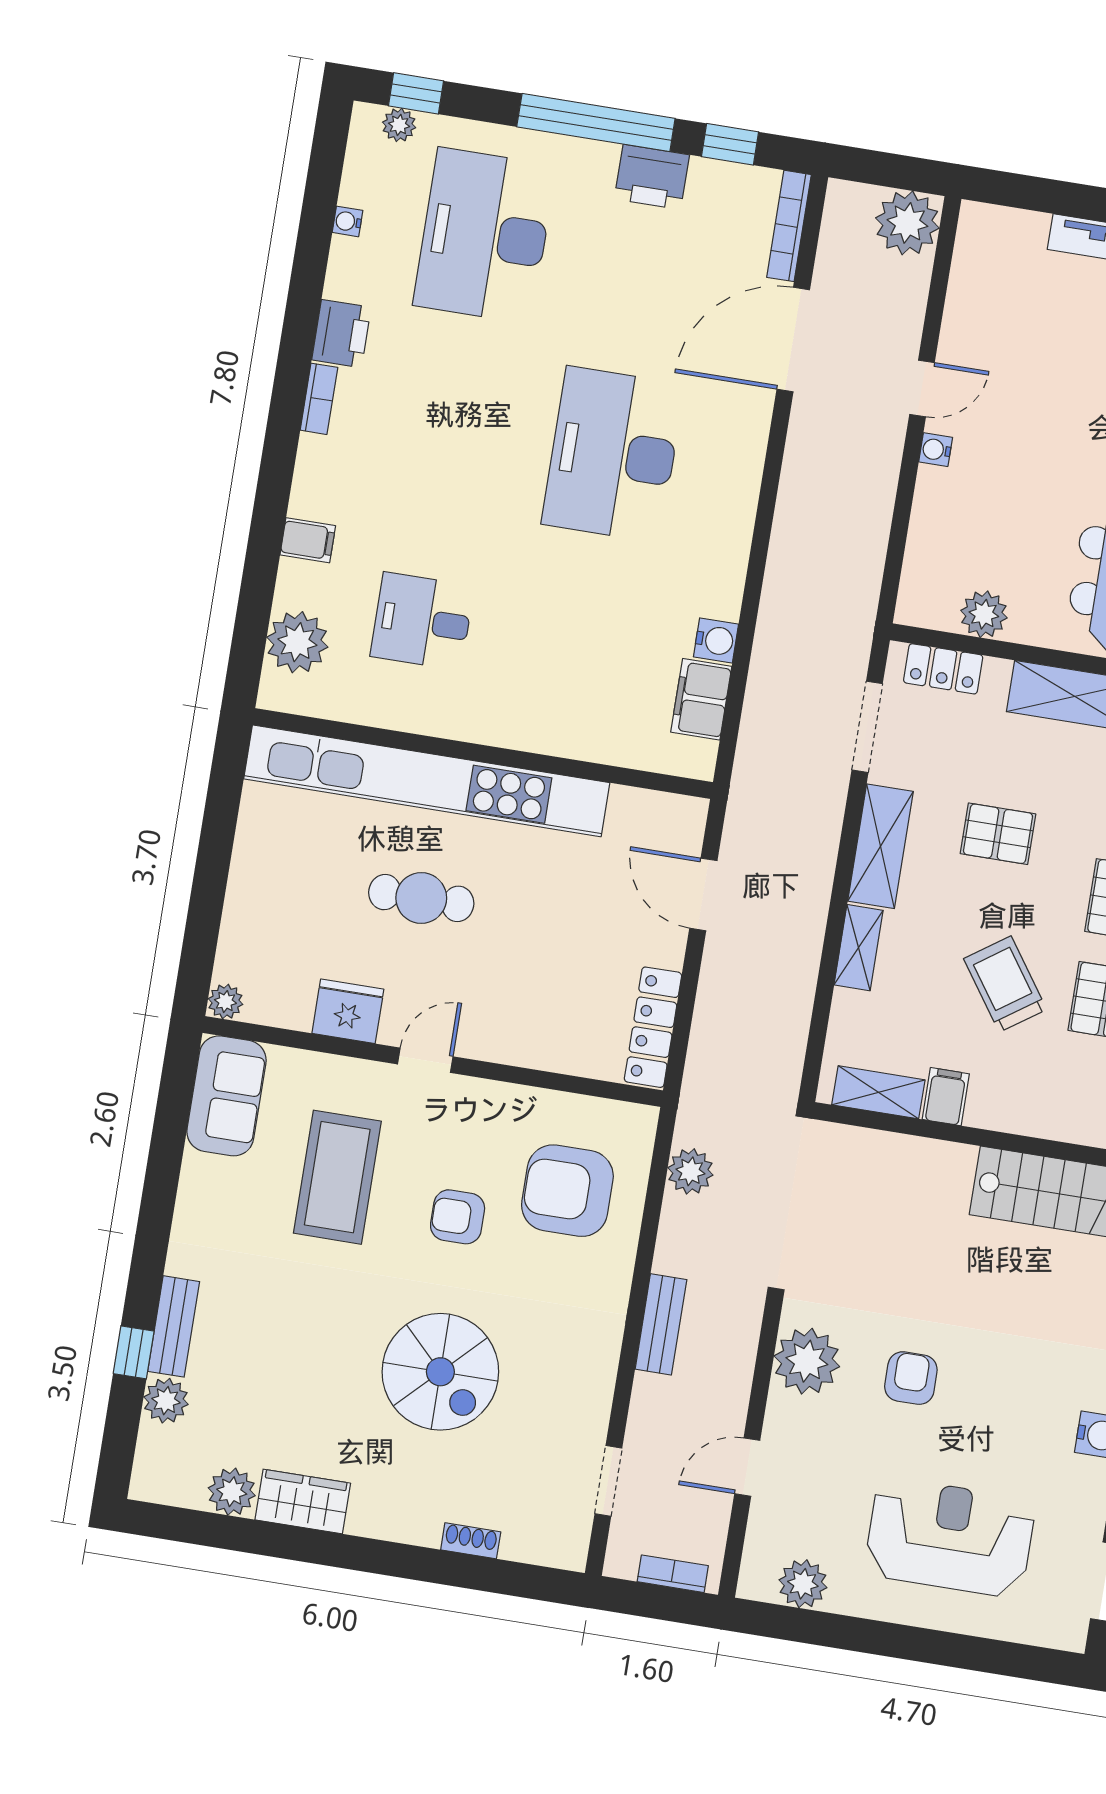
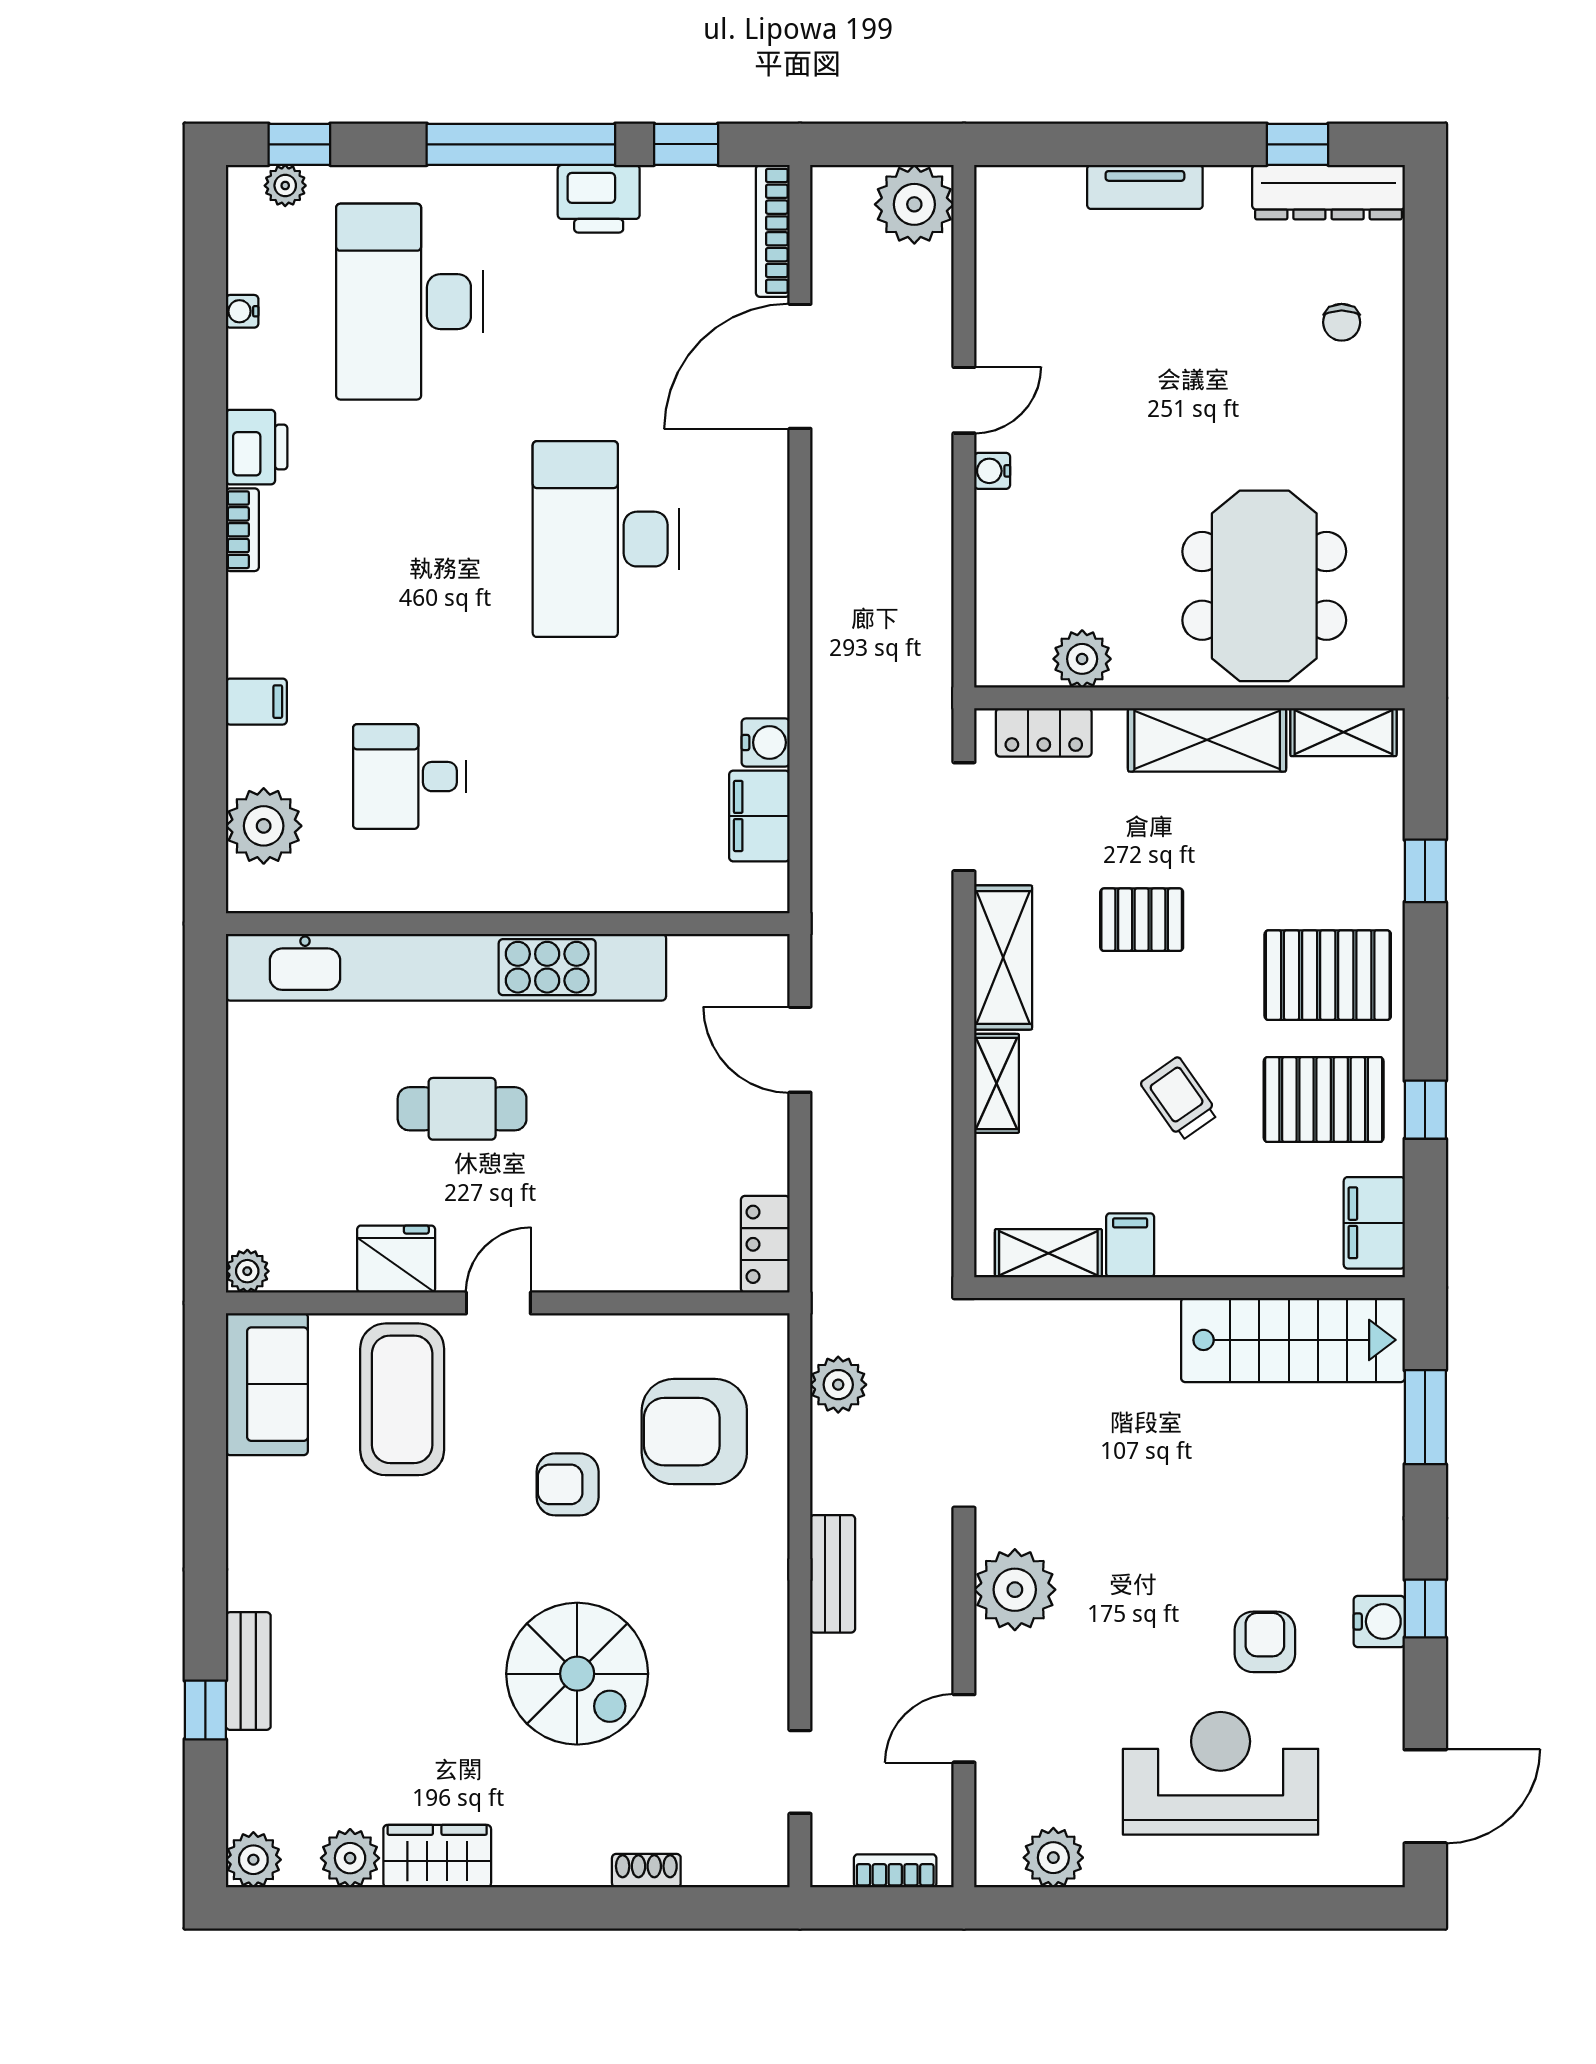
trolley: (1005, 984) -> (1179, 1099), width x0.73, depth x0.72
locker: (653, 1027) -> (765, 1244), width x0.66
coffee table: (337, 1177) -> (402, 1399), moved
armchair: (911, 1378) -> (1265, 1642), moved
plant: (166, 1401) -> (253, 1860), moved

